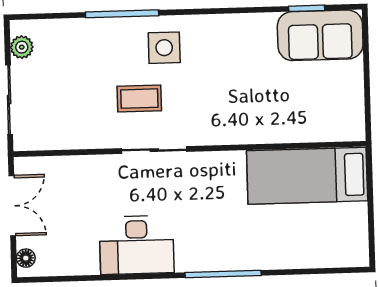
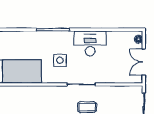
side table: (205, 204) -> (60, 60), added

